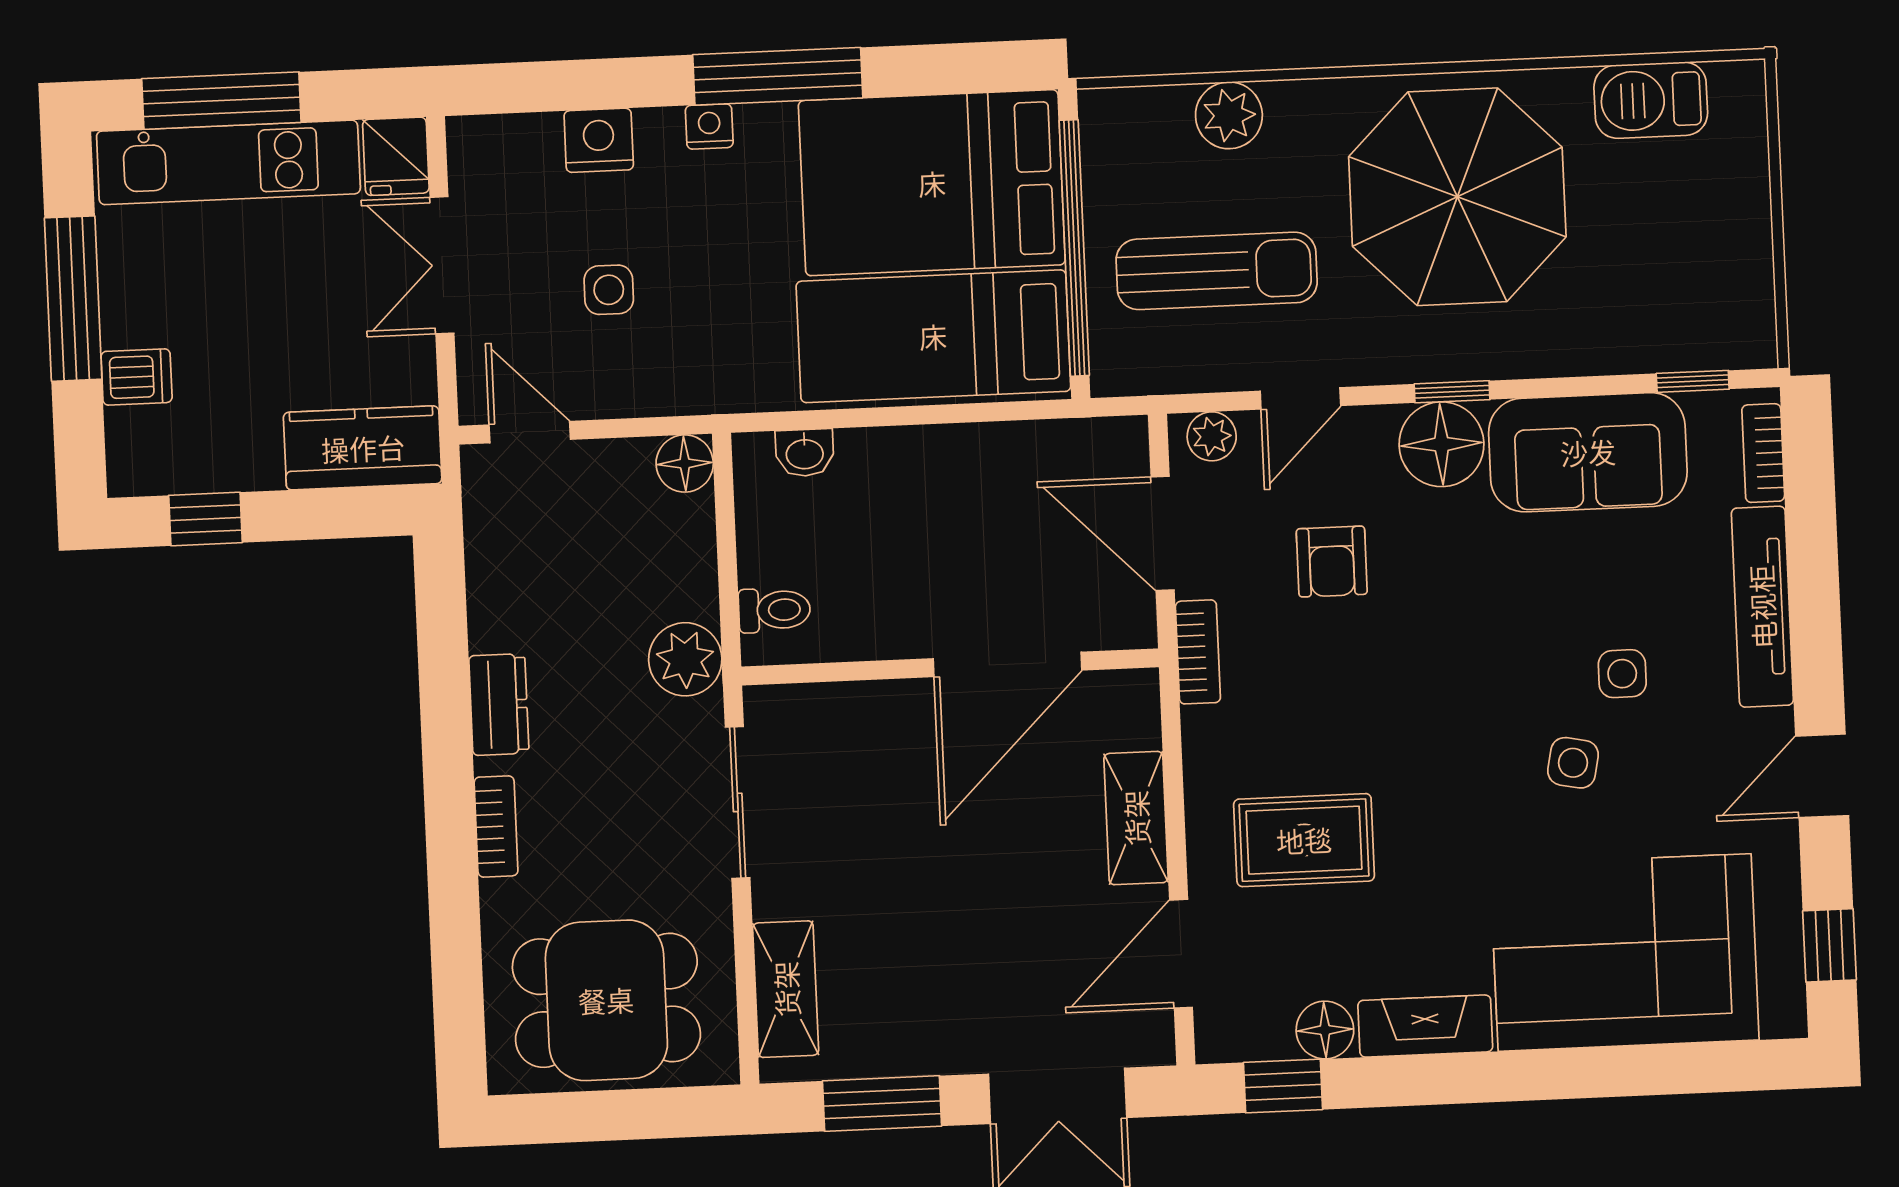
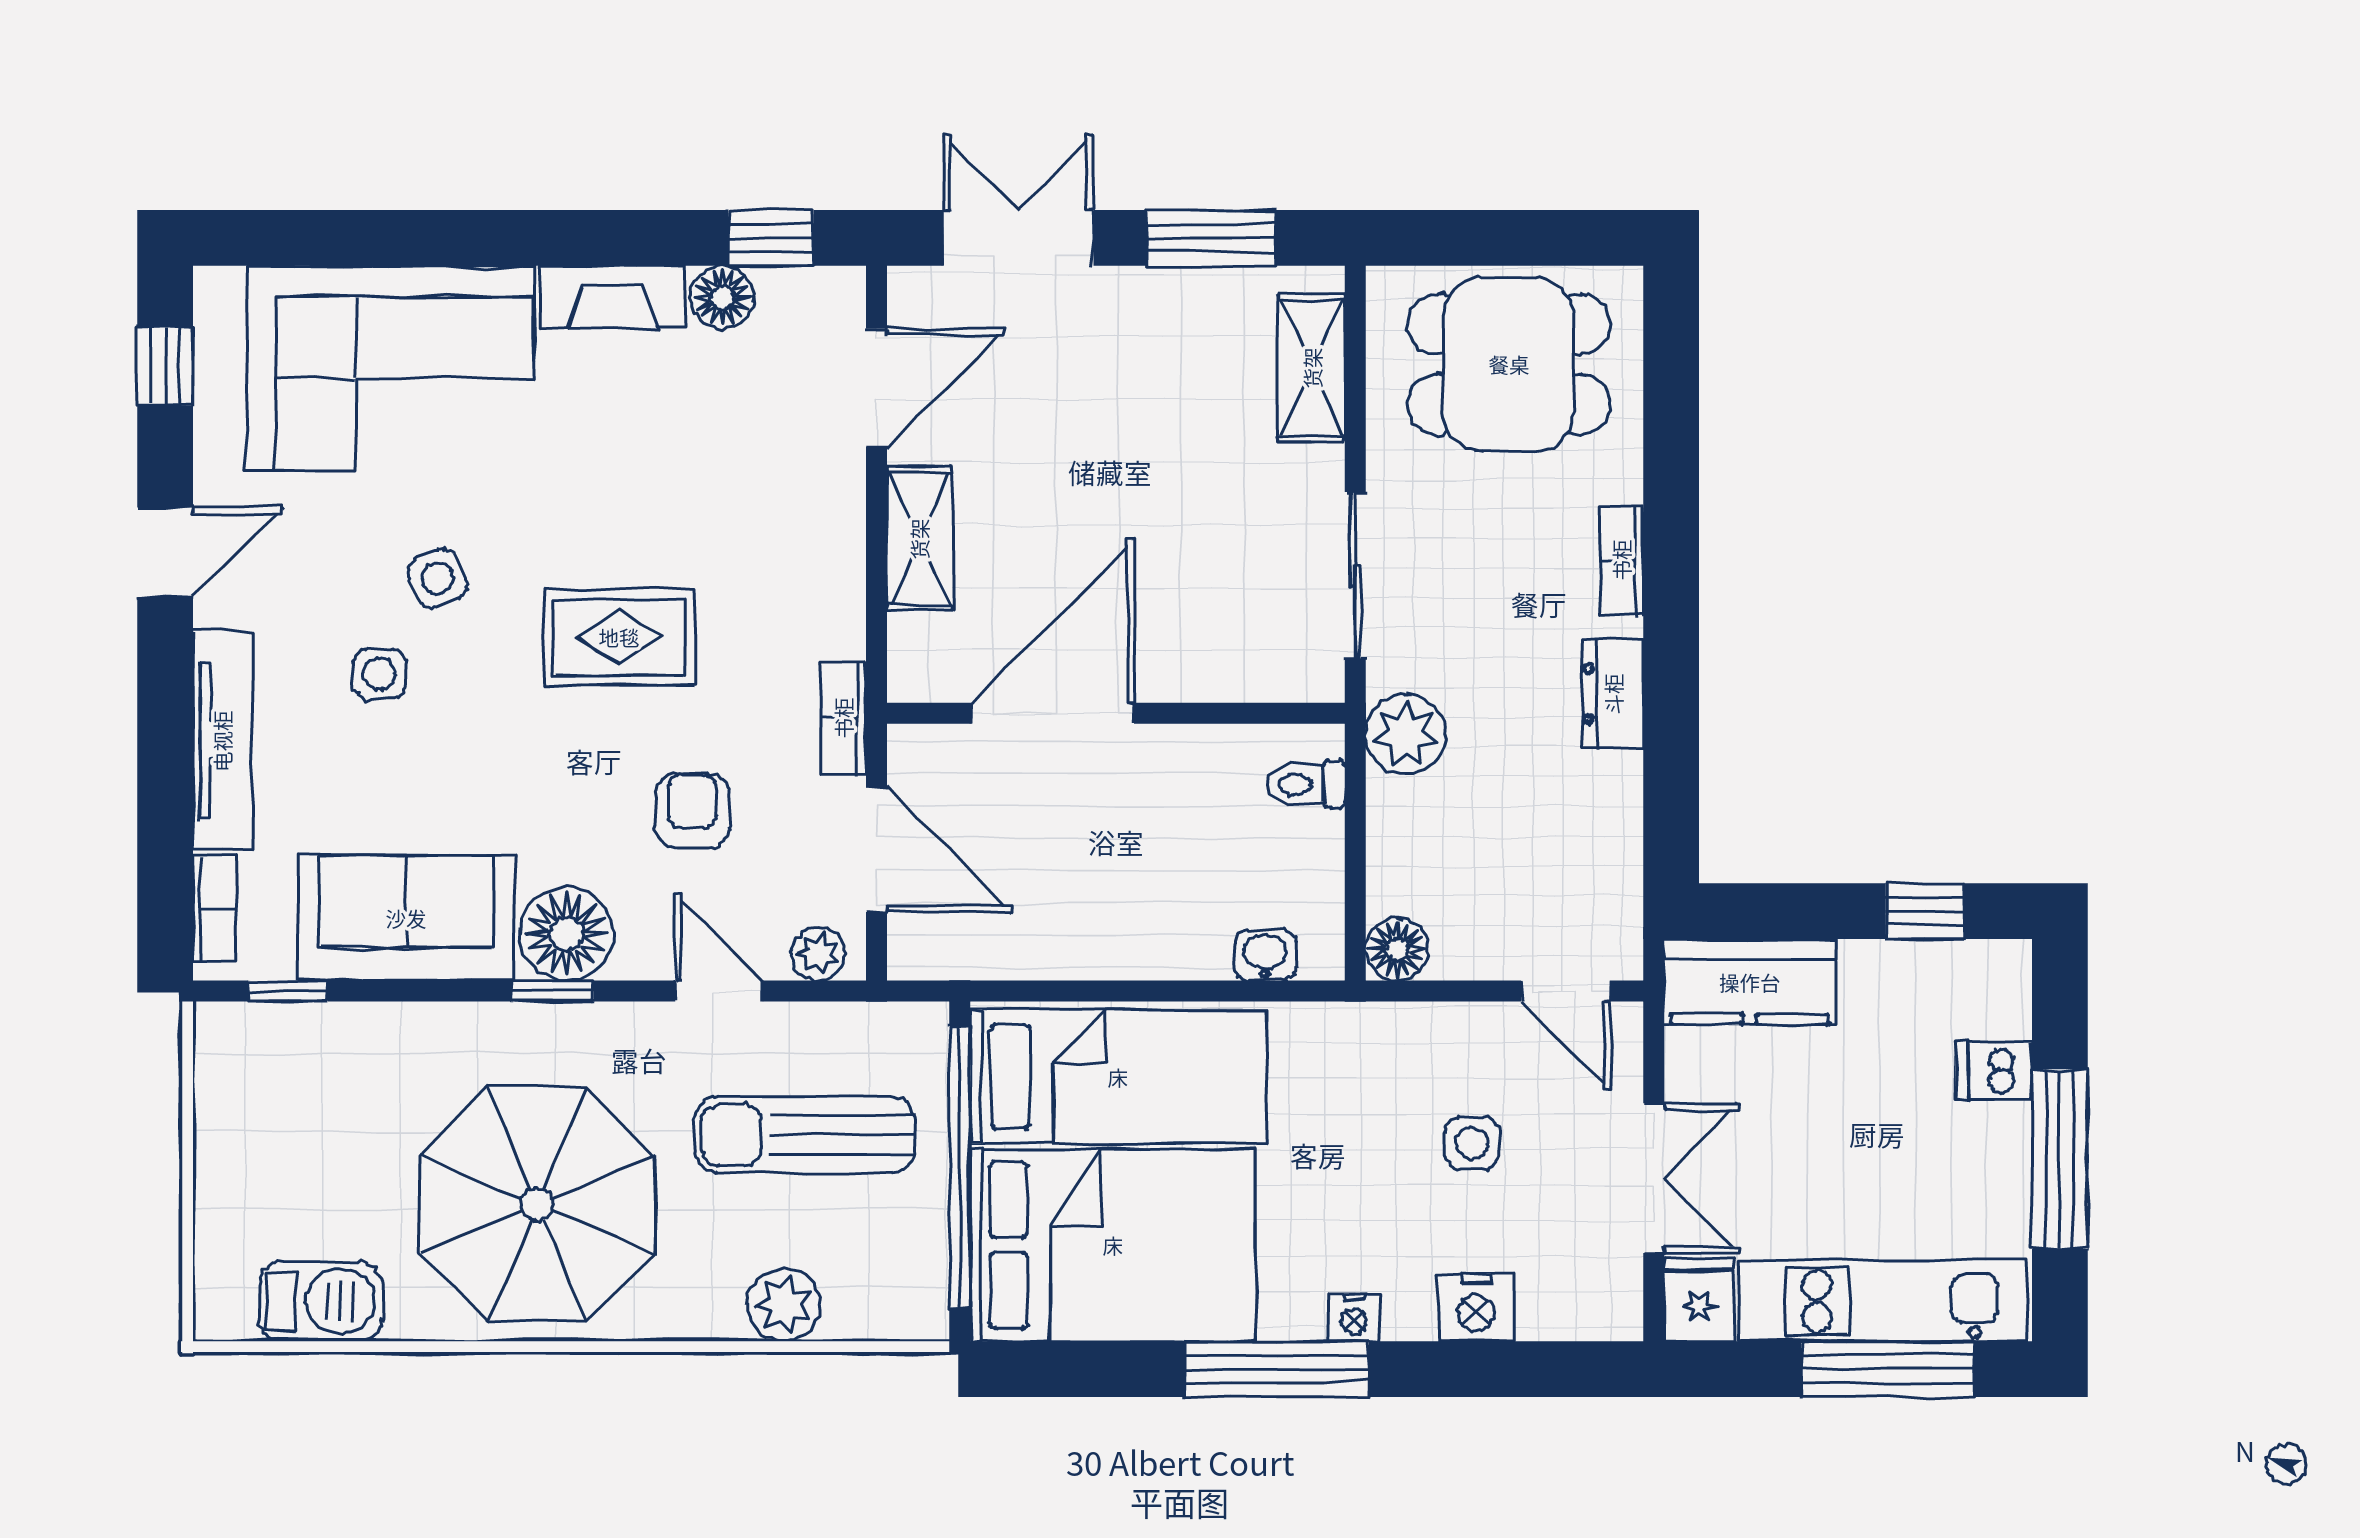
door: (1300, 398) -> (719, 991), hinge flipped
side table: (1573, 763) -> (438, 578), turned -35
rug: (1304, 840) -> (619, 637), moved

